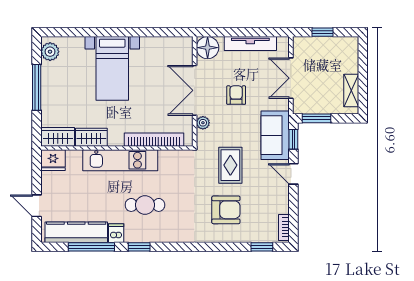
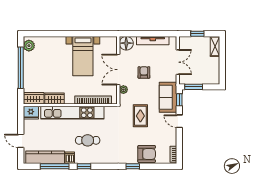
bed with nightstands: (112, 68) -> (83, 56), moved
double door: (291, 78) -> (178, 62), swing flipped
window: (37, 87) -> (21, 68), width x1.46
shelving: (351, 91) -> (215, 46), moved
kitchen unit: (120, 160) -> (72, 113), width x1.36
armchair: (226, 210) -> (147, 154), moved
window: (262, 247) -> (133, 166), moved

